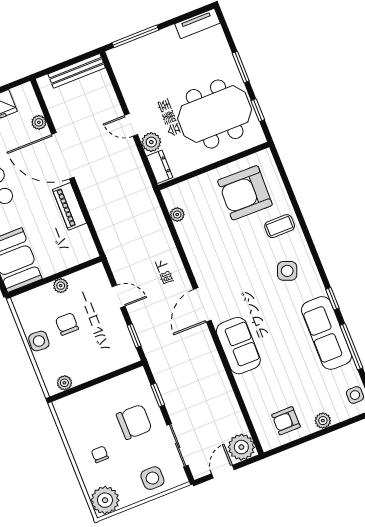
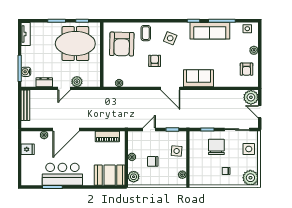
water cooler: (134, 49) -> (26, 72), added
meeting table: (215, 114) -> (75, 44), turned 90
dresser: (160, 167) -> (44, 82), moved
piano: (69, 206) -> (107, 136), moved
armchair: (238, 260) -> (155, 61), added
plant: (28, 302) -> (134, 177), added
side table: (39, 341) -> (177, 151), moved

